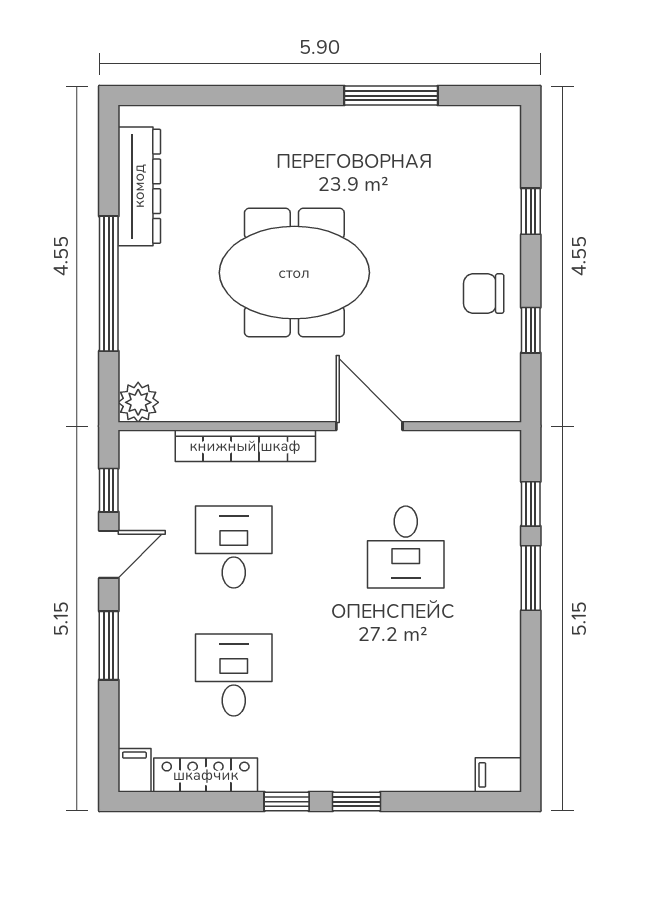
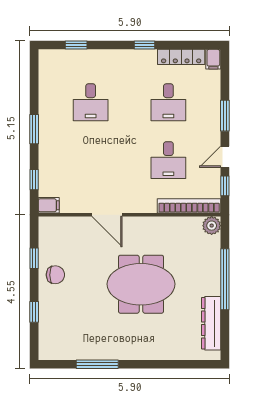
bookcase: (245, 446) -> (189, 206), moved
desk: (406, 547) -> (91, 102), moved, turned 180
window: (531, 578) -> (34, 129), moved
filing cabinet: (498, 775) -> (49, 205), moved
window: (356, 802) -> (76, 45), moved

